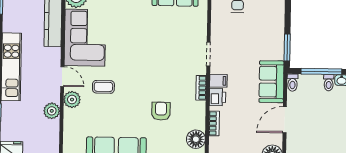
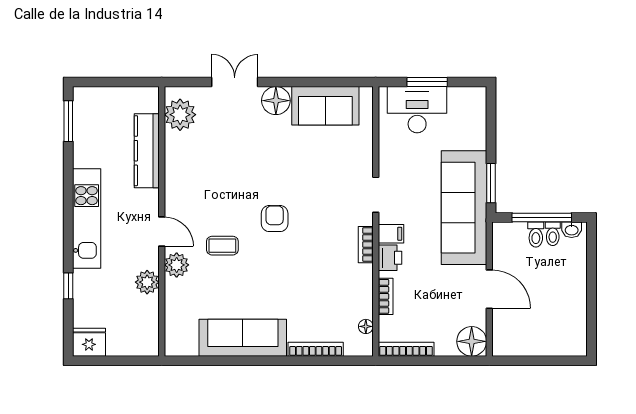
corner sofa: (85, 38) -> (194, 174), removed
sofa: (271, 82) -> (464, 208), width x1.85, depth x1.27
toilet: (293, 83) -> (536, 234), moved
armchair: (161, 111) -> (275, 219), moved
door: (285, 120) -> (489, 289), swing flipped
floor lamp: (196, 139) -> (366, 326), width x0.53, depth x0.53

